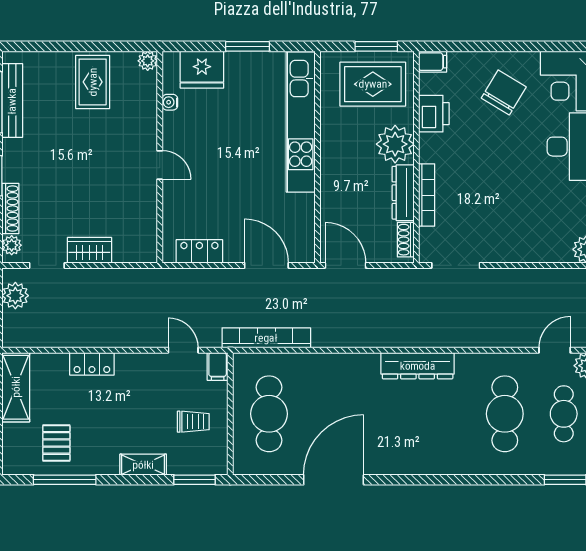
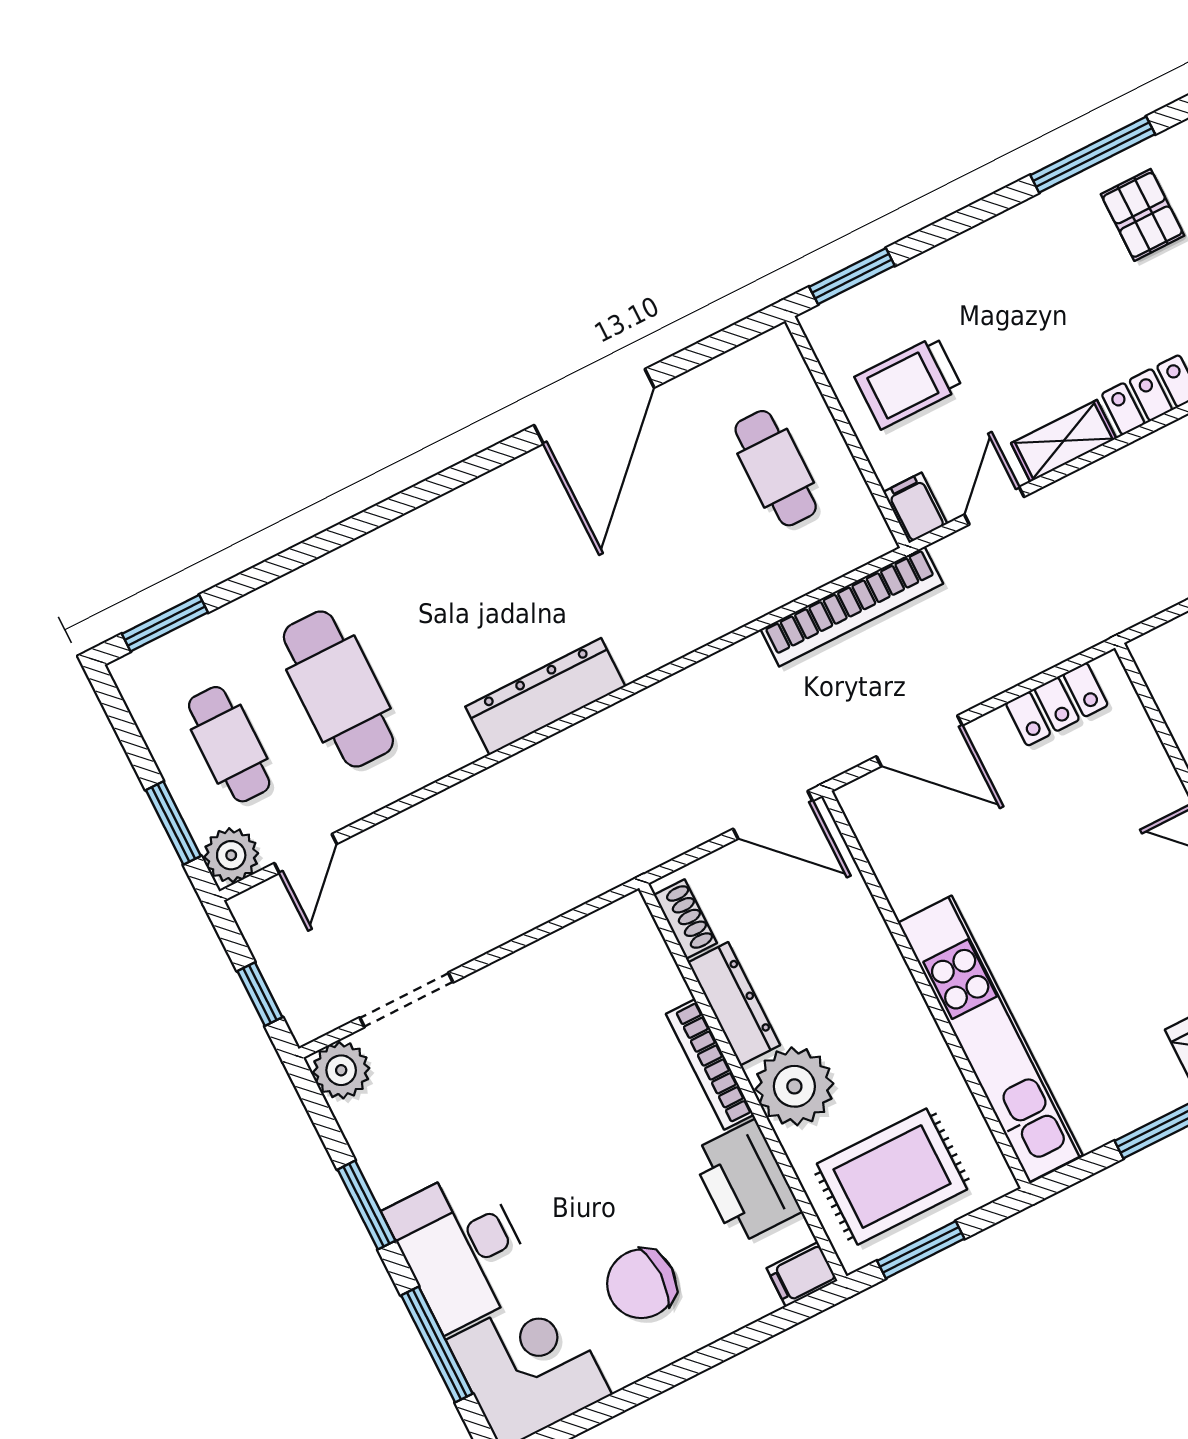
chair: (504, 92) -> (641, 1284), turned 59
printer: (434, 114) -> (746, 1182), width x1.37, depth x1.19
bookcase: (427, 195) -> (710, 1064), moved
doorway: (456, 265) -> (406, 1000), moved
door: (183, 350) -> (994, 506), swing flipped
cafe table: (269, 414) -> (776, 468), width x0.73, depth x0.74
trolley: (193, 422) -> (909, 383), width x1.36, depth x1.39
shelving: (143, 465) -> (1064, 441), moved

